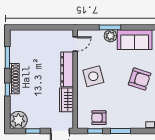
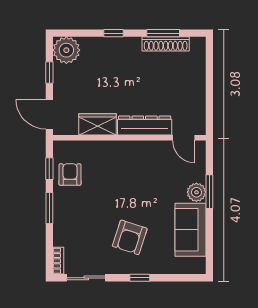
side table: (93, 76) -> (134, 166), removed
shoe rack: (14, 79) -> (166, 44), moved

